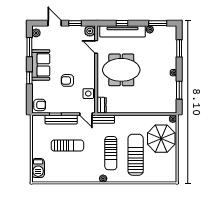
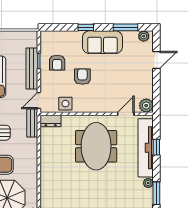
window: (75, 23) -> (156, 87), removed
armchair: (40, 105) -> (57, 63), moved

